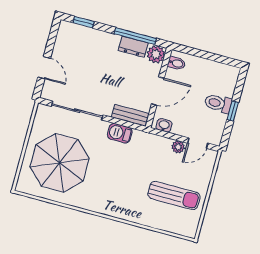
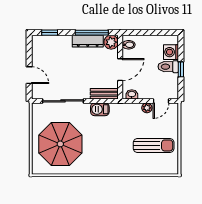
dresser: (133, 47) -> (88, 41), width x1.44
washing machine: (226, 86) -> (171, 52), added

